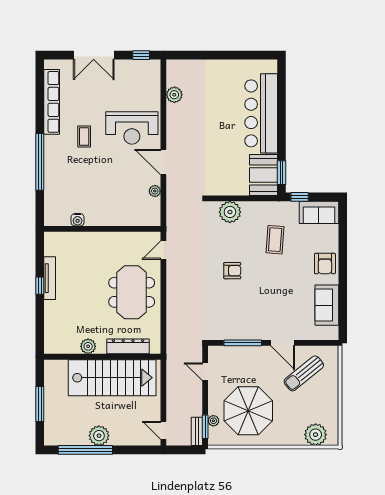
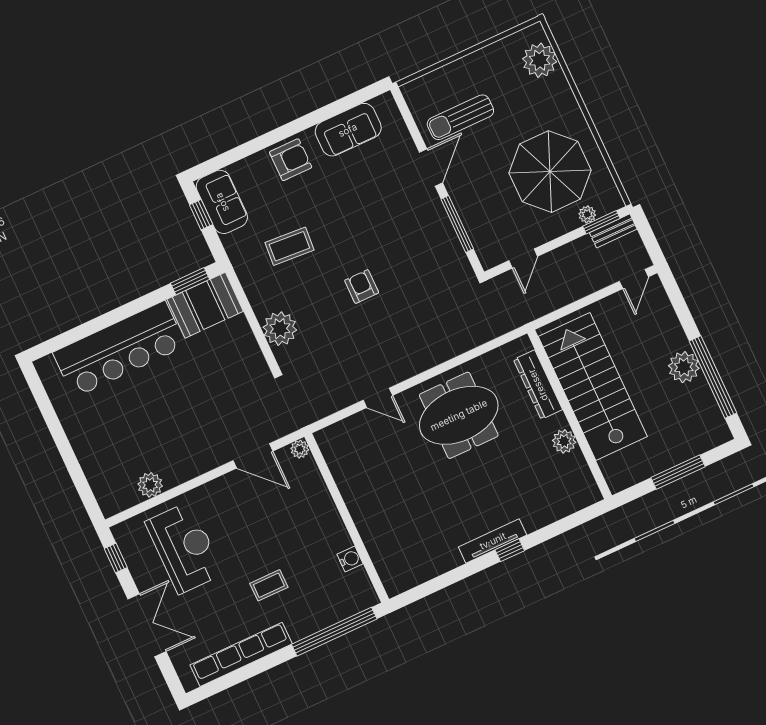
reception desk: (132, 128) -> (184, 548), moved
door: (163, 162) -> (253, 456), hinge flipped
window: (300, 197) -> (201, 215), moved
water cooler: (78, 220) -> (350, 559), moved
wall: (102, 229) -> (347, 518), moved
sun lounger: (304, 373) -> (460, 117), turned 129

